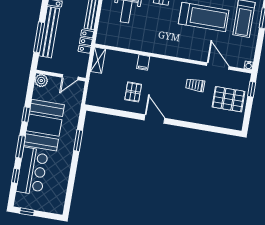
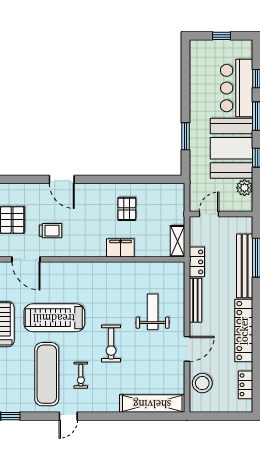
filing cabinet: (143, 62) -> (120, 248), width x2.00
plant: (41, 81) -> (244, 188), moved
door: (154, 119) -> (62, 179), moved
window: (27, 212) -> (222, 36), moved

